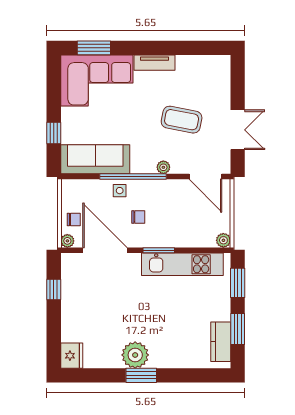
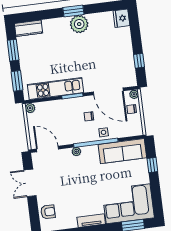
armchair: (217, 84) -> (48, 212), added
coffee table: (182, 120) -> (68, 185), removed
kitchen counter: (221, 342) -> (28, 28), moved, turned 90

